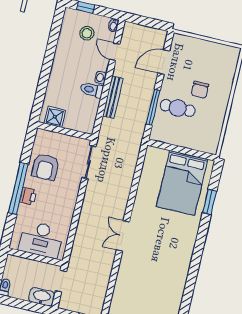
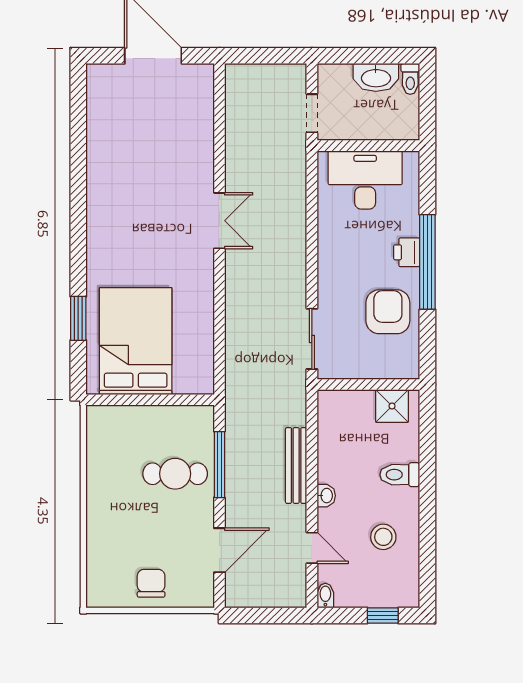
stool: (87, 33) -> (383, 537), moved
toilet: (92, 90) -> (400, 475), moved, turned 180
chair: (200, 90) -> (151, 583), moved
washbasin: (42, 297) -> (376, 77), moved

